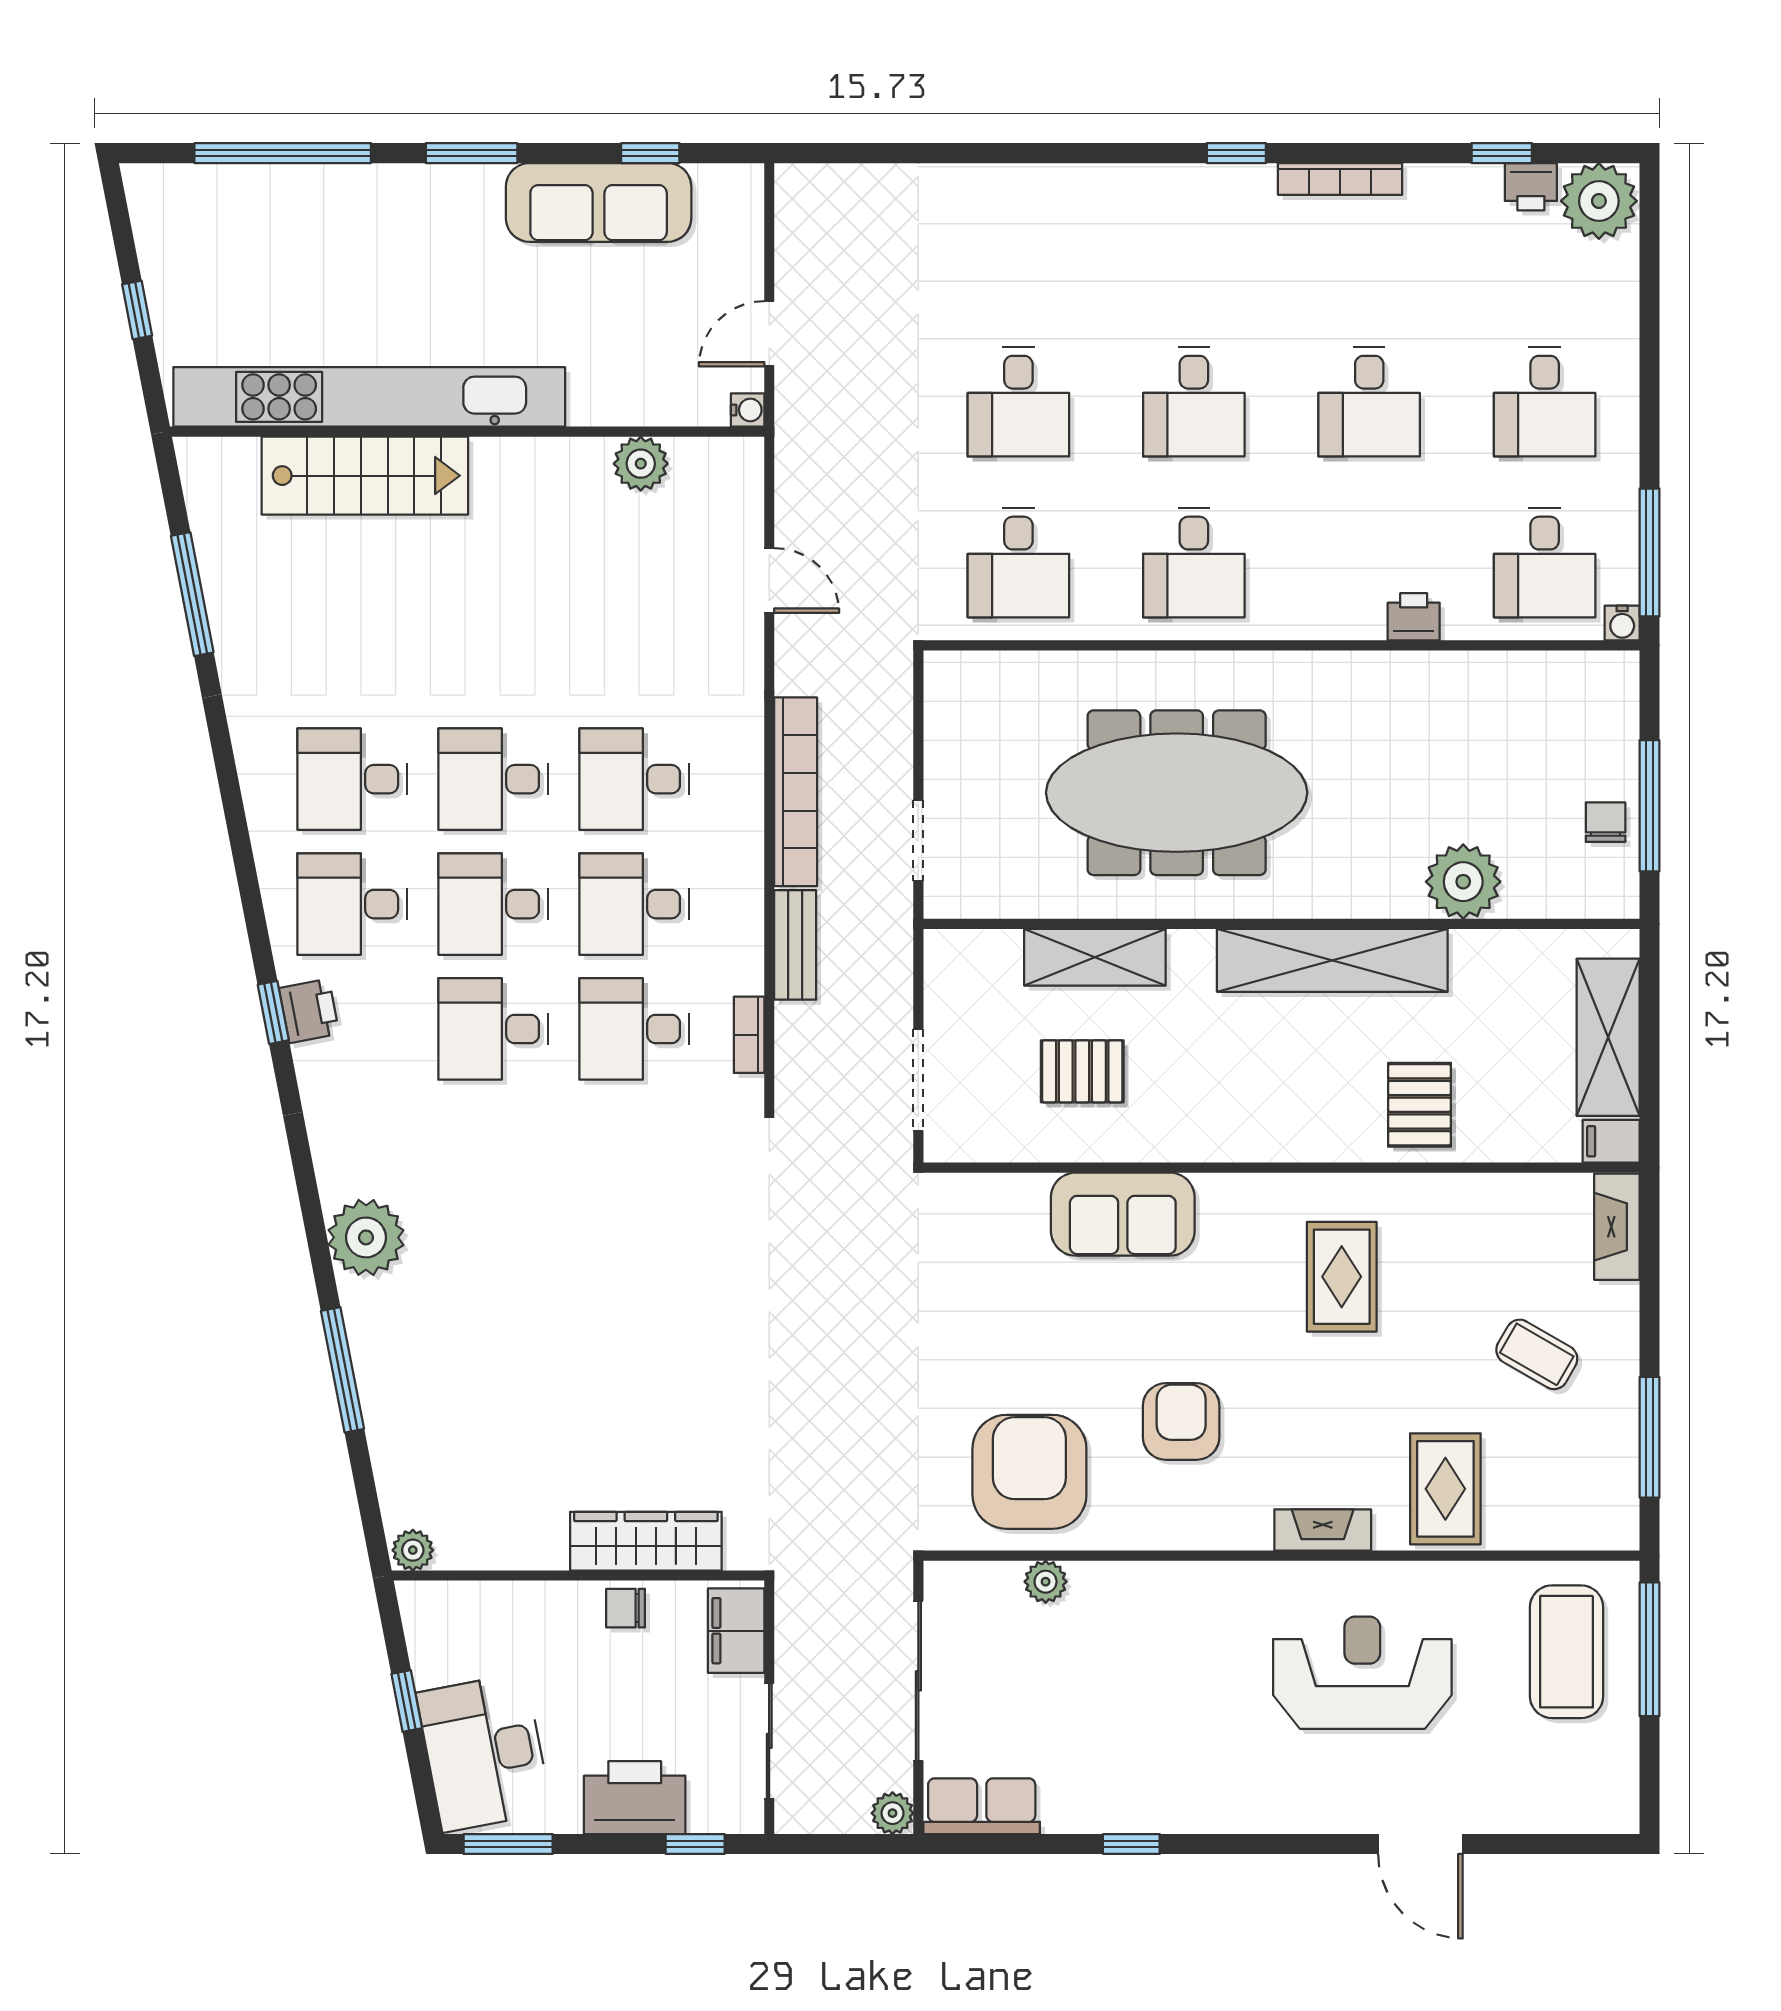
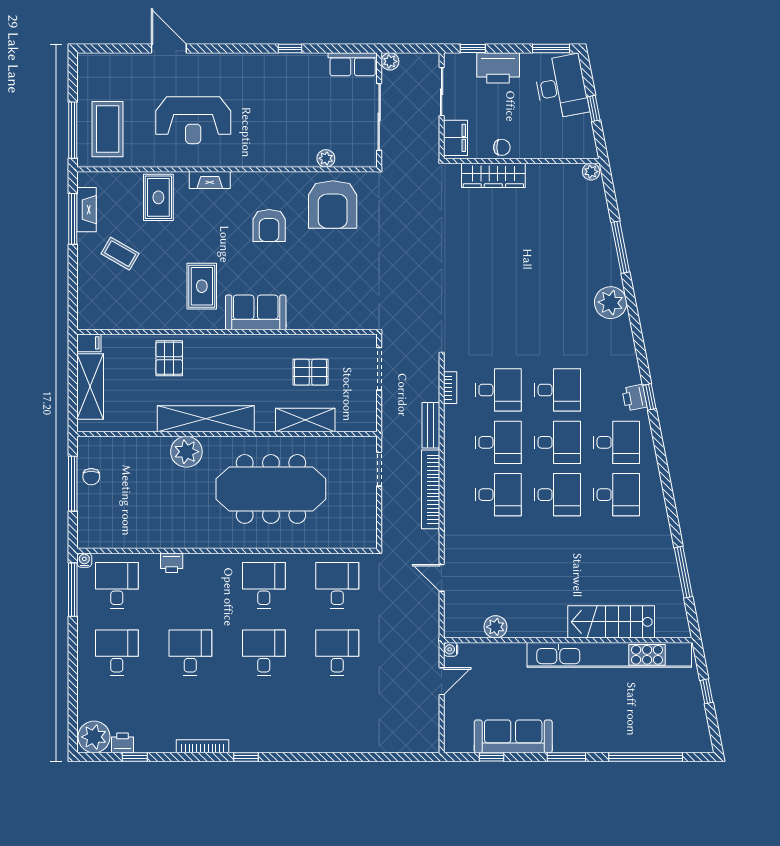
plant: (1463, 882) -> (186, 452), moved
sofa: (1123, 1214) -> (256, 312), moved
fireplace: (1617, 1227) -> (86, 210), moved

